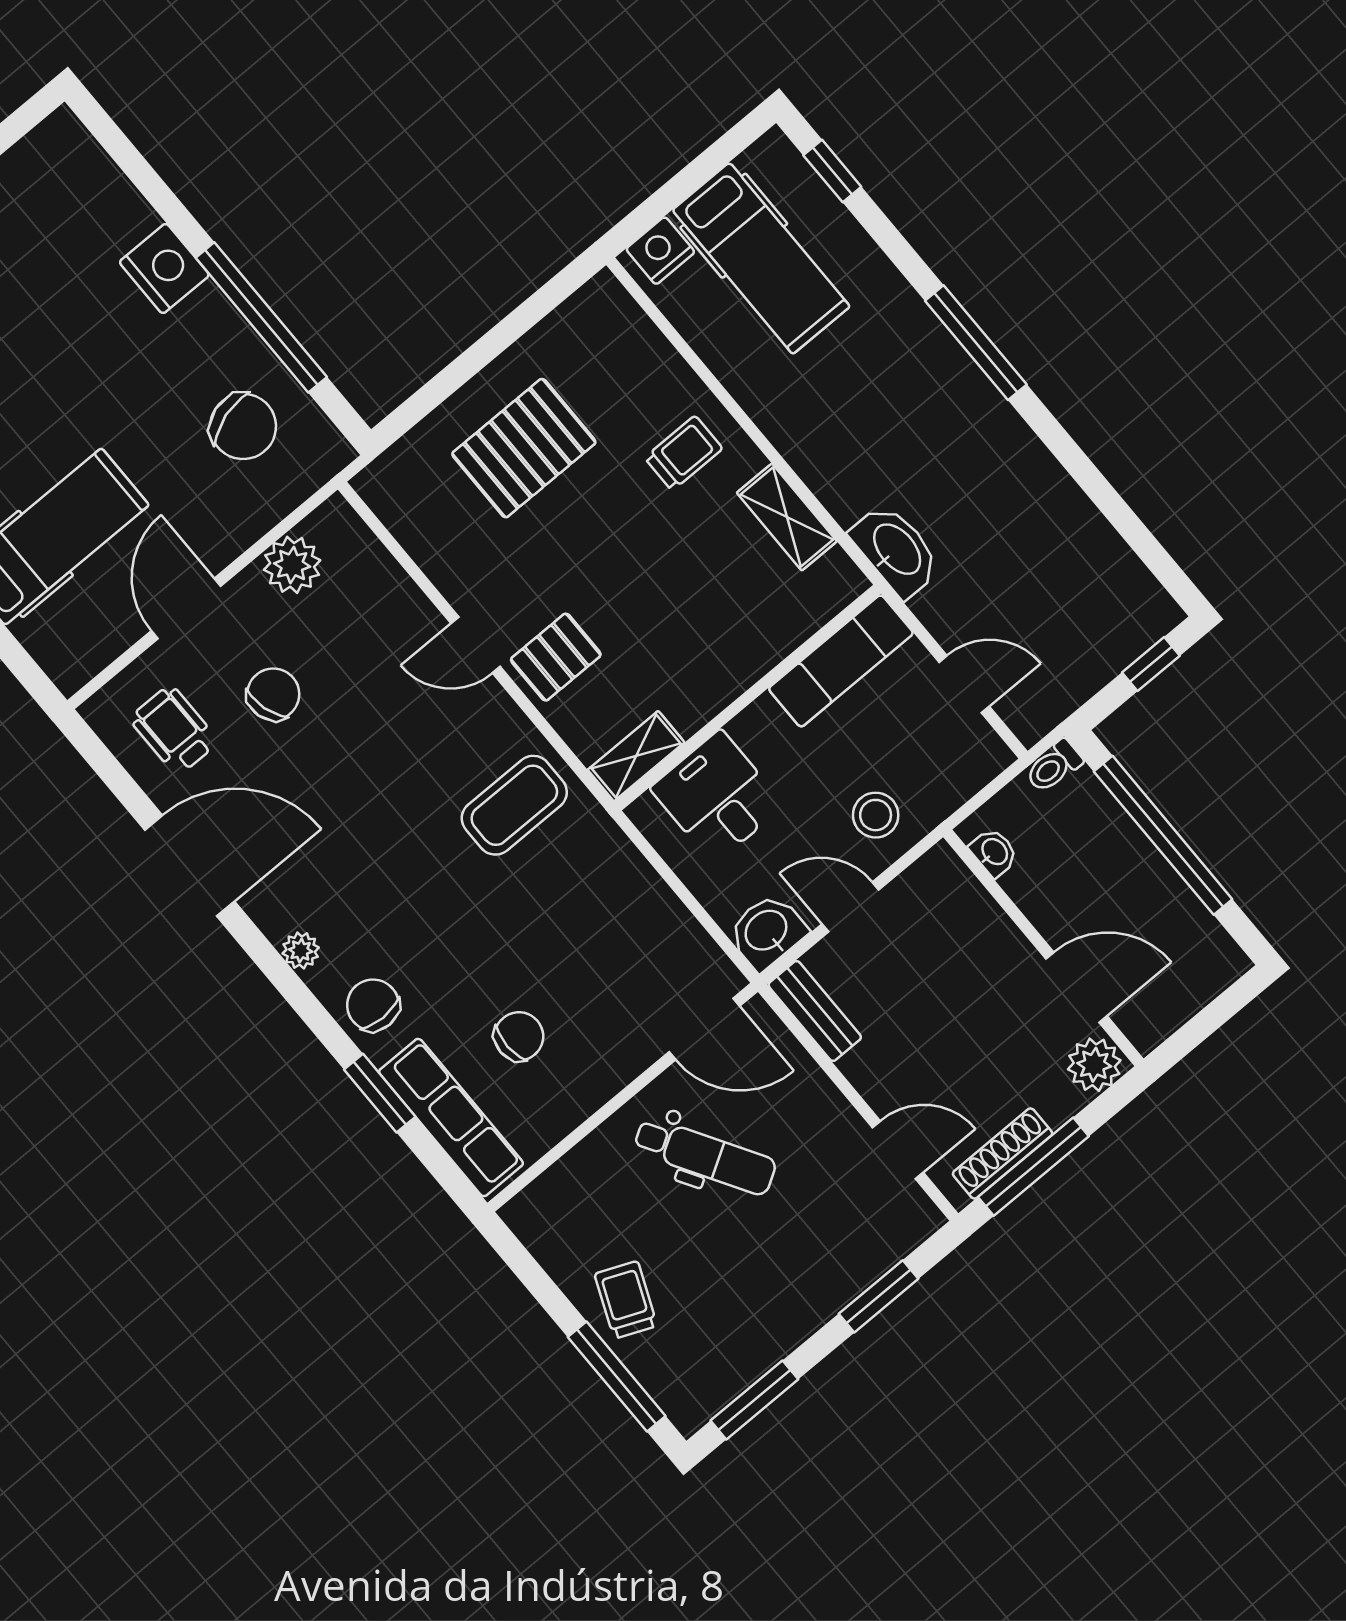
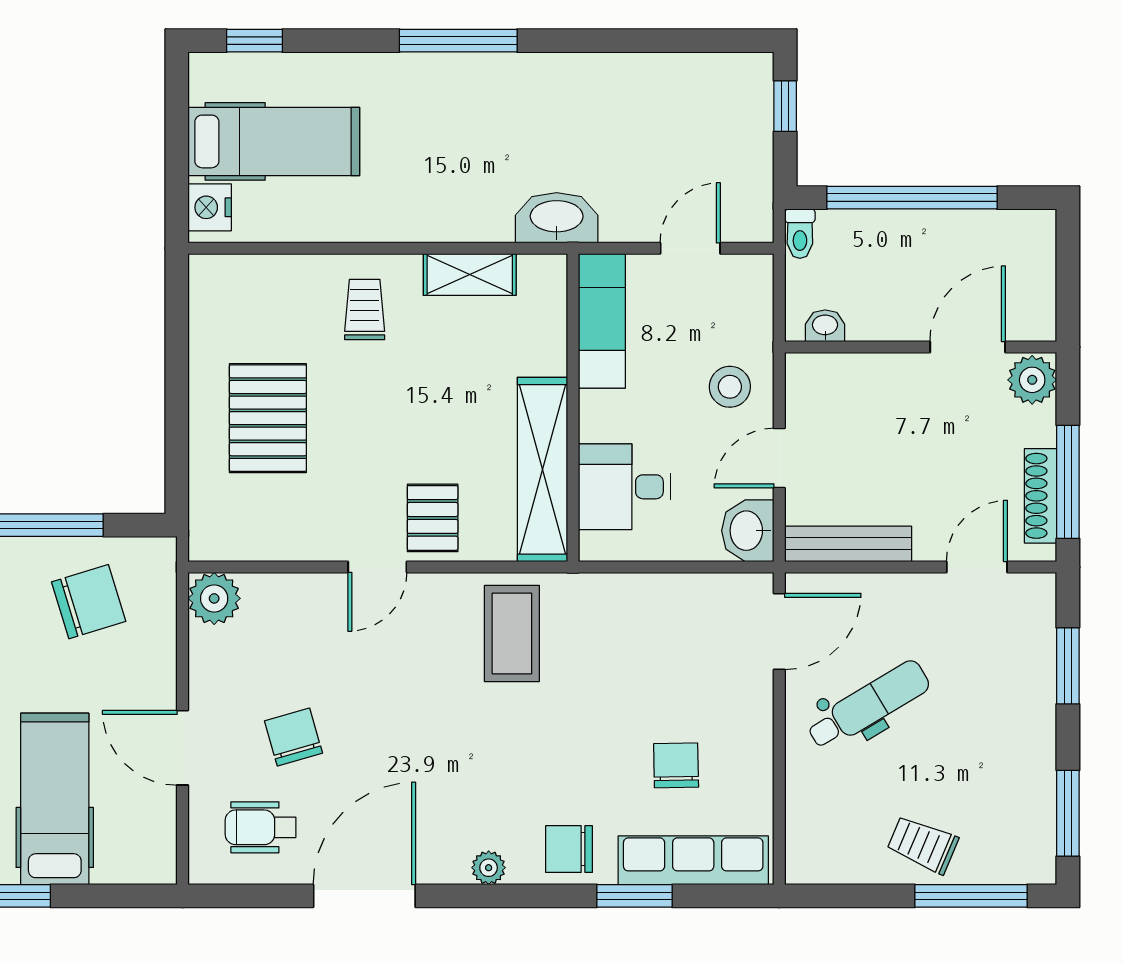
plant: (292, 565) -> (214, 598), moved
shelving: (636, 756) -> (542, 469), width x2.20, depth x1.33
bench: (815, 1011) -> (848, 544), width x1.36

